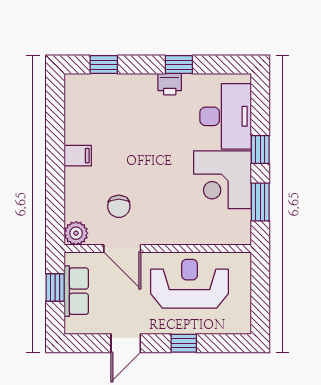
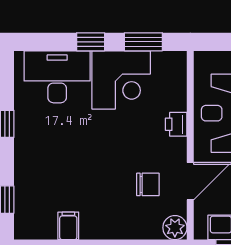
printer: (170, 84) -> (176, 124), moved, turned 180
filing cabinet: (78, 156) -> (68, 226), moved

